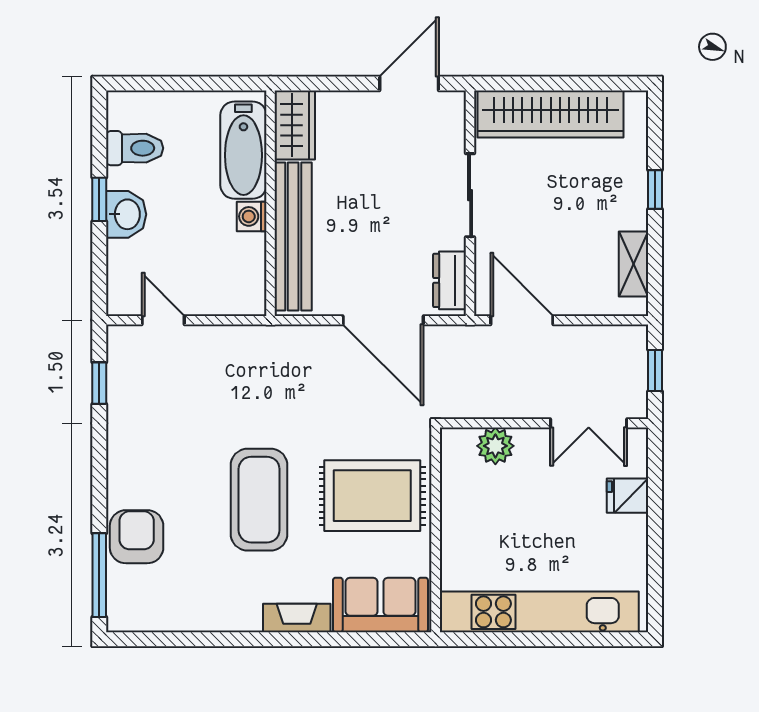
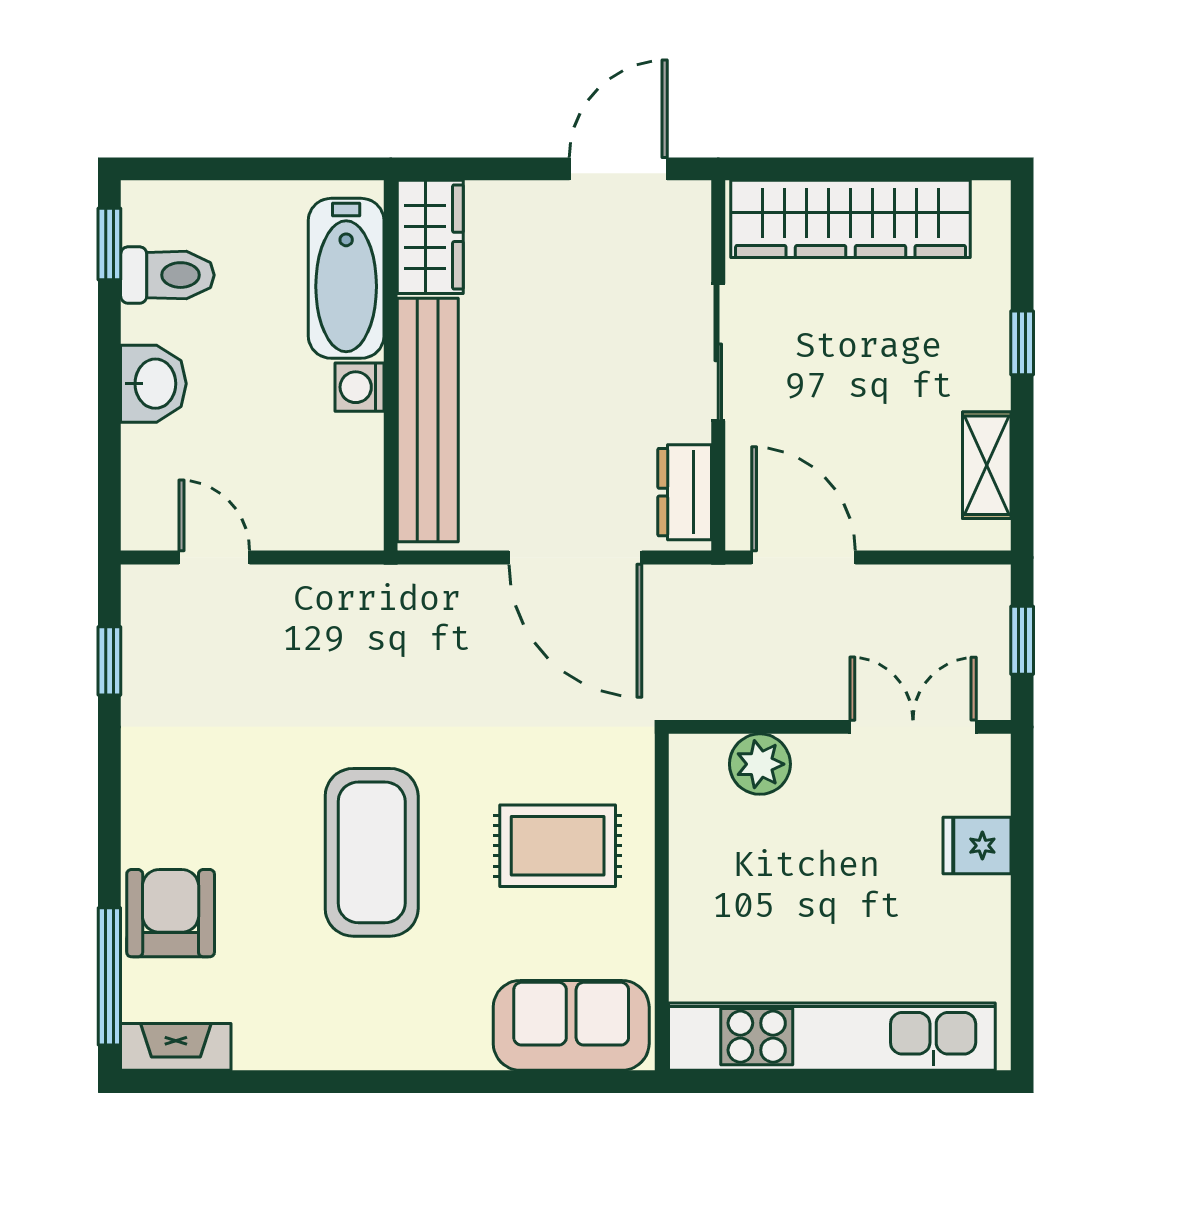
window: (99, 199) -> (109, 244), moved
double door: (589, 423) -> (913, 727), swing flipped
rug: (372, 496) -> (558, 846), width x0.73, depth x0.70
fireplace: (297, 618) -> (176, 1047), moved

